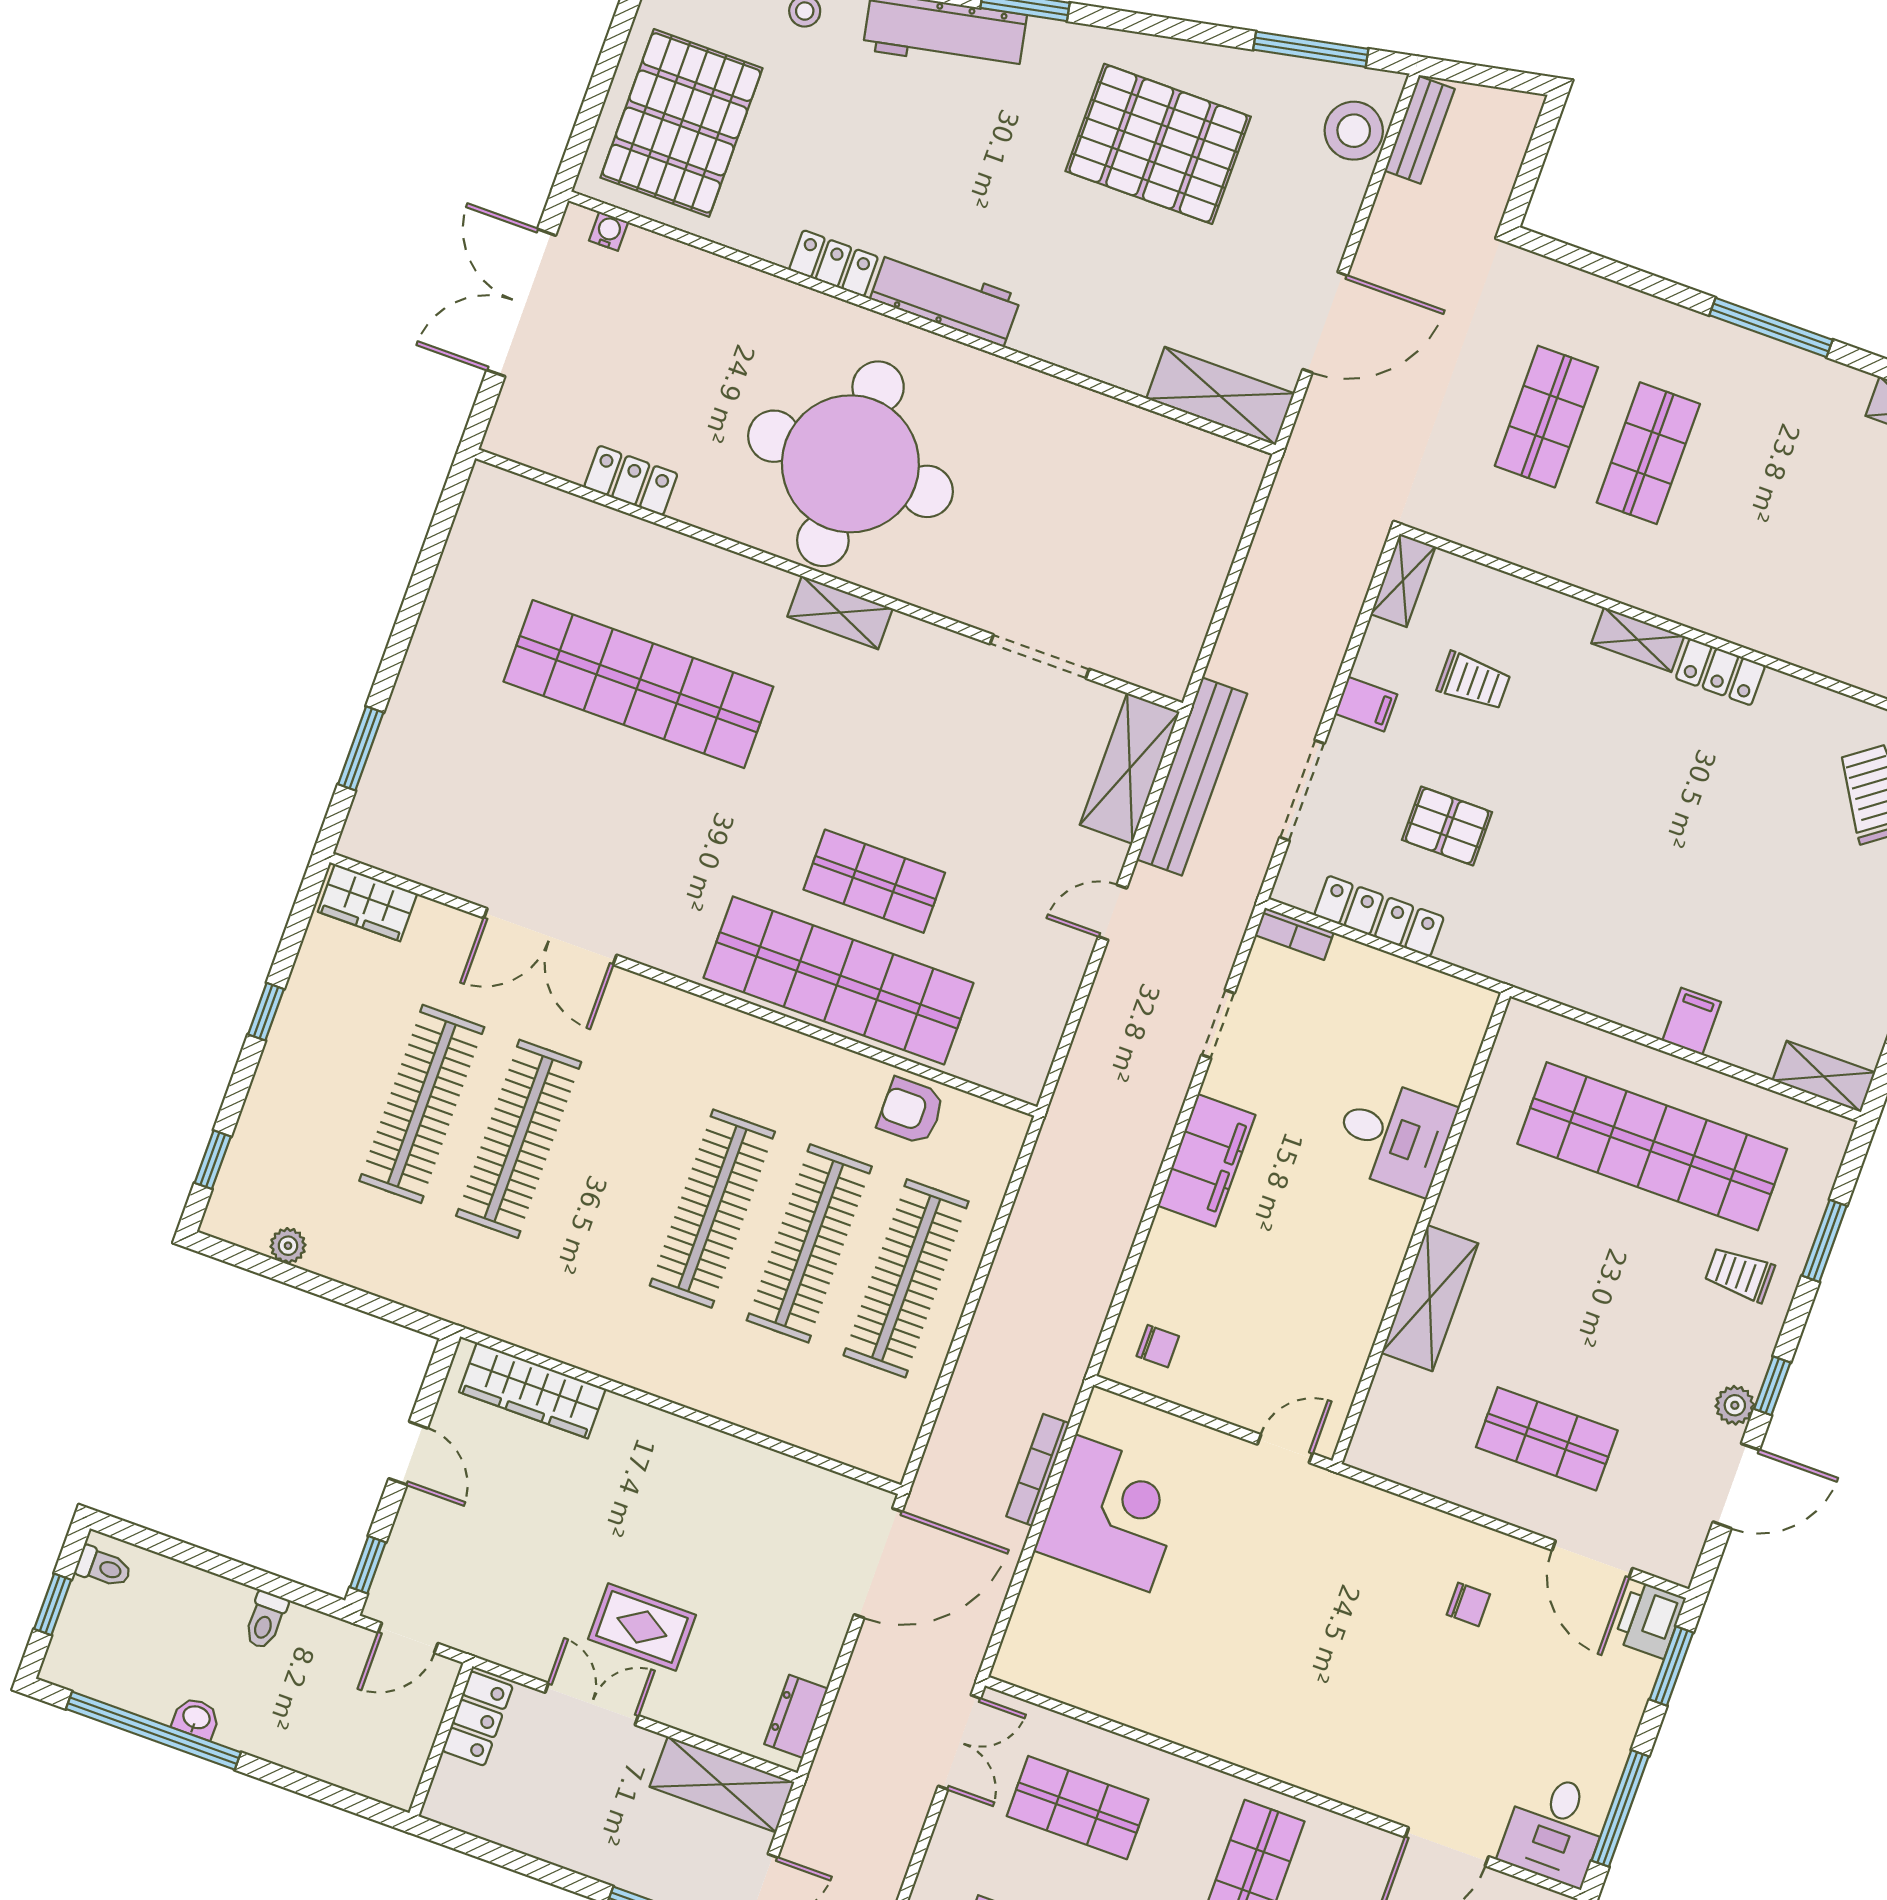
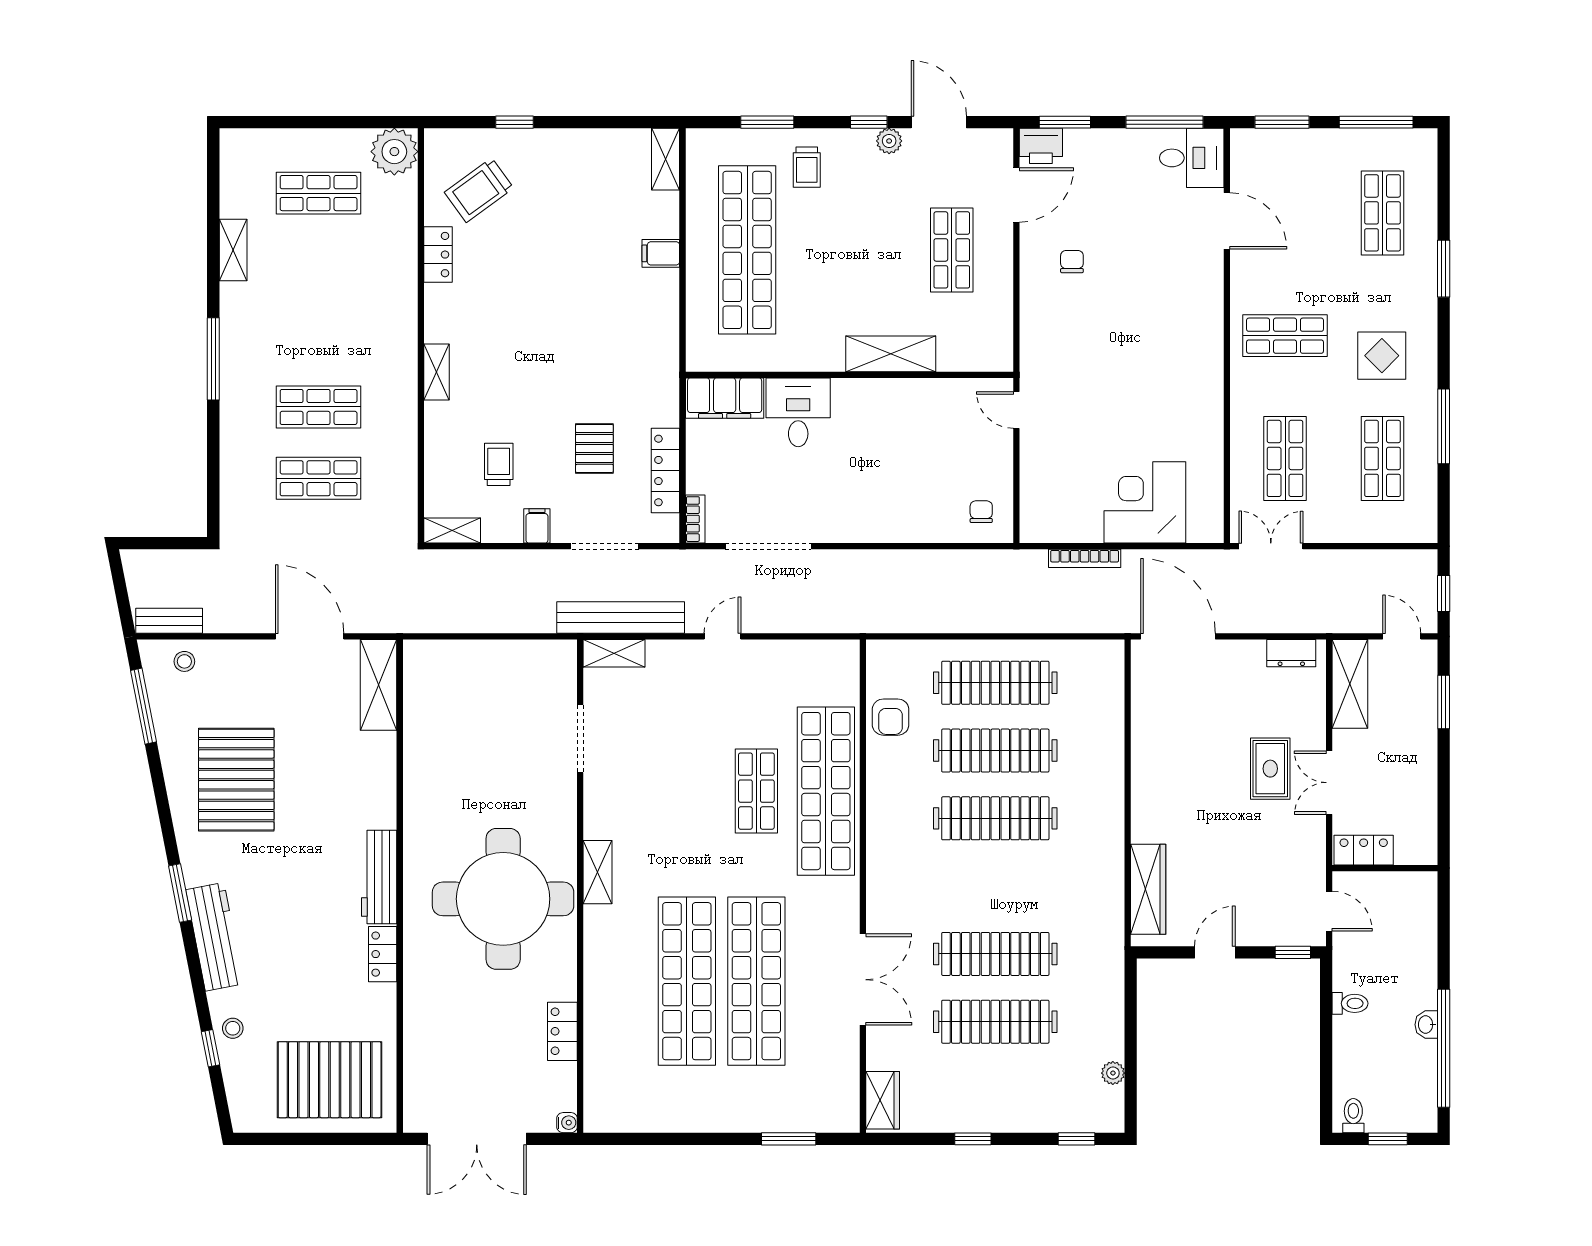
stool: (1354, 131) -> (184, 661), width x0.53, depth x0.53
water cooler: (609, 231) -> (567, 1123), moved, turned 180
locker: (1720, 672) -> (438, 255), moved
shelving: (1130, 768) -> (614, 653), width x0.67, depth x0.75
shop shelf: (603, 783) -> (756, 981), added
door: (1113, 912) -> (723, 636), swing flipped
doorway: (1218, 1024) -> (768, 546), width x1.87
filing cabinet: (1207, 1160) -> (725, 398), moved, turned 180
corner desk: (1112, 1513) -> (1145, 502), moved

